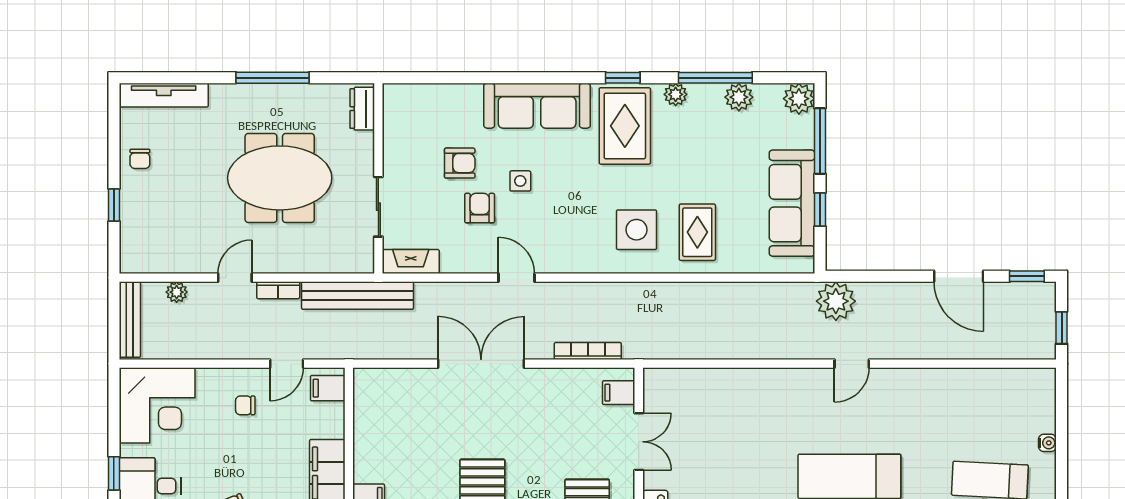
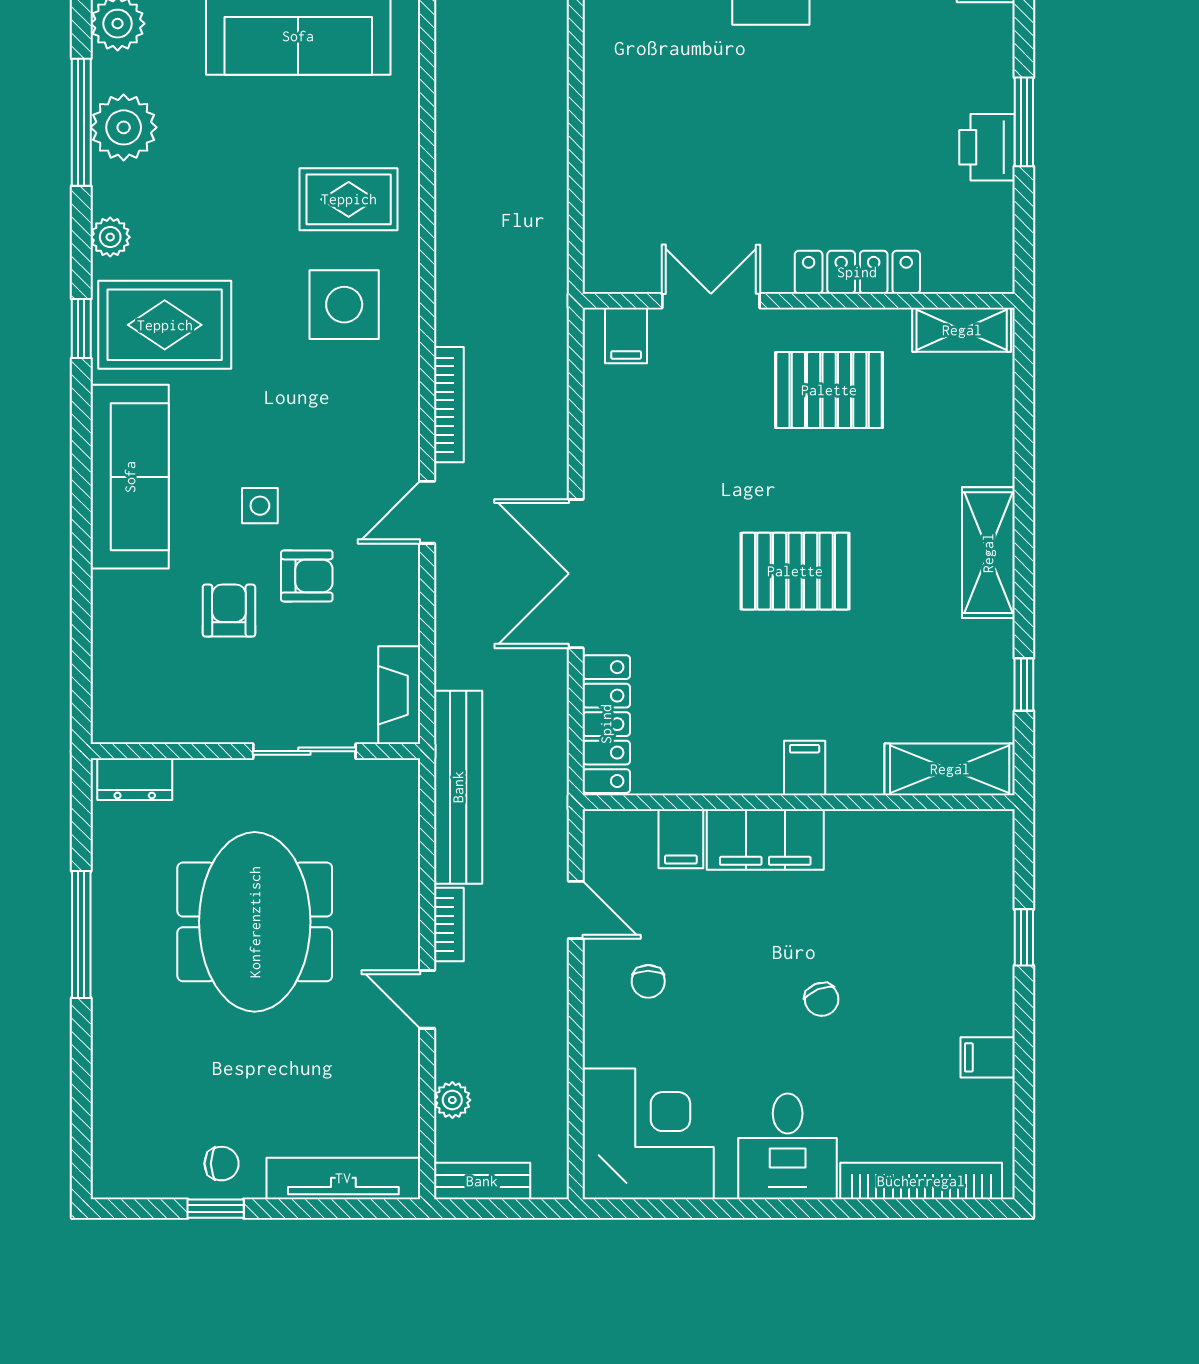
window: (715, 78) -> (81, 122), moved
tv unit: (164, 95) -> (343, 1178), moved, turned -90
plant: (739, 97) -> (124, 127), width x1.36, depth x1.36
window: (114, 205) -> (216, 1209), moved
armchair: (480, 208) -> (307, 576), turned 180
bench: (130, 320) -> (482, 1181), width x0.73
bookcase: (588, 351) -> (449, 405), moved, turned 180
locker: (394, 381) -> (606, 724), added
filing cabinet: (328, 388) -> (681, 839), moved
window: (114, 473) -> (766, 1209), removed

